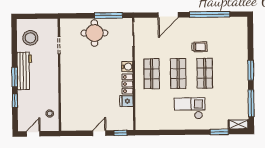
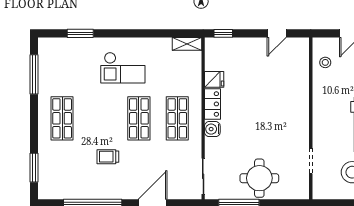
window: (251, 70) -> (34, 168), moved
shop shelf: (205, 73) -> (62, 118), moved
shelving: (239, 124) -> (187, 44), moved
door: (99, 133) -> (277, 33), moved

